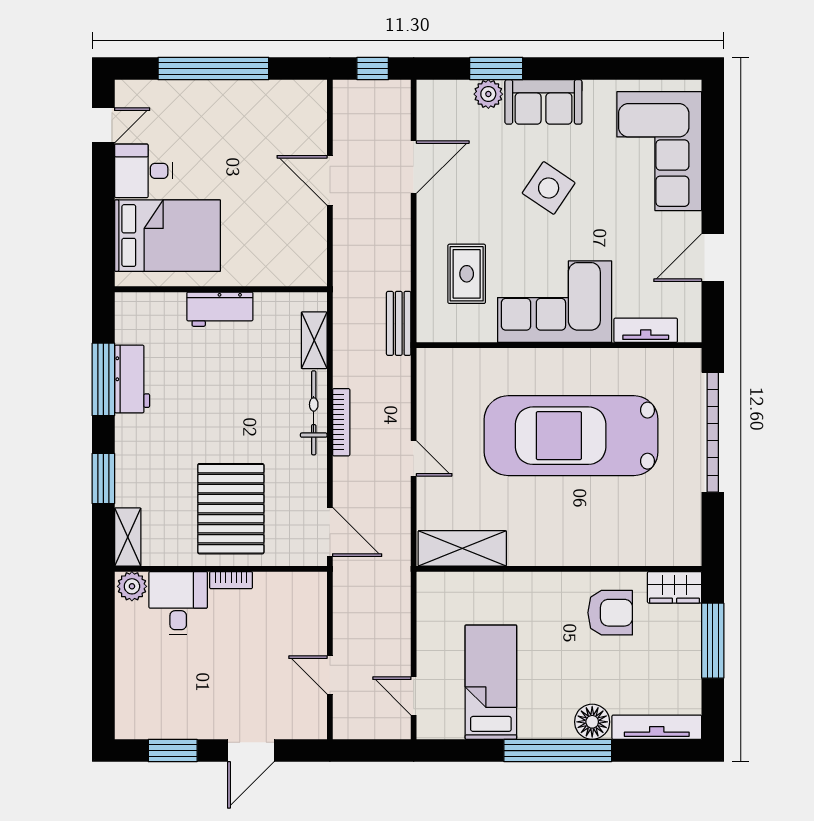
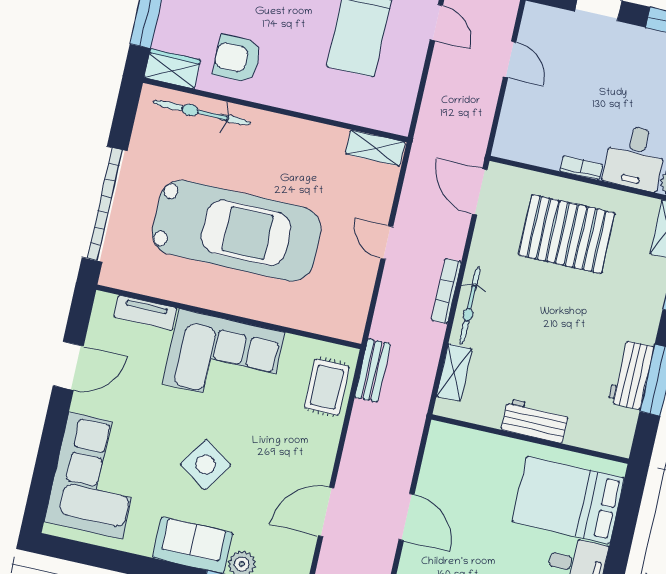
rug: (467, 274) -> (327, 387), moved
pallet: (231, 509) -> (567, 234), turned 90
shelving: (462, 548) -> (375, 148), width x0.67, depth x0.75
bicycle: (634, 549) -> (202, 113), added

